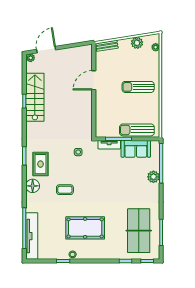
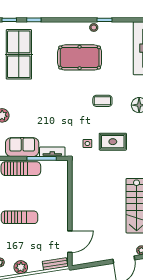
door: (94, 80) -> (70, 242), moved
rug: (40, 164) -> (113, 142), moved, turned 90

